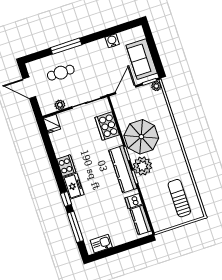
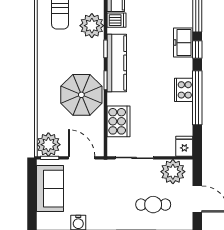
plant: (156, 86) -> (48, 145), width x1.88, depth x1.88
door: (126, 90) -> (82, 158), swing flipped
plant: (60, 105) -> (173, 172), width x1.87, depth x1.87
window: (54, 163) -> (197, 98), added
plant: (142, 166) -> (92, 26), moved
freezer: (73, 186) -> (183, 43), moved

